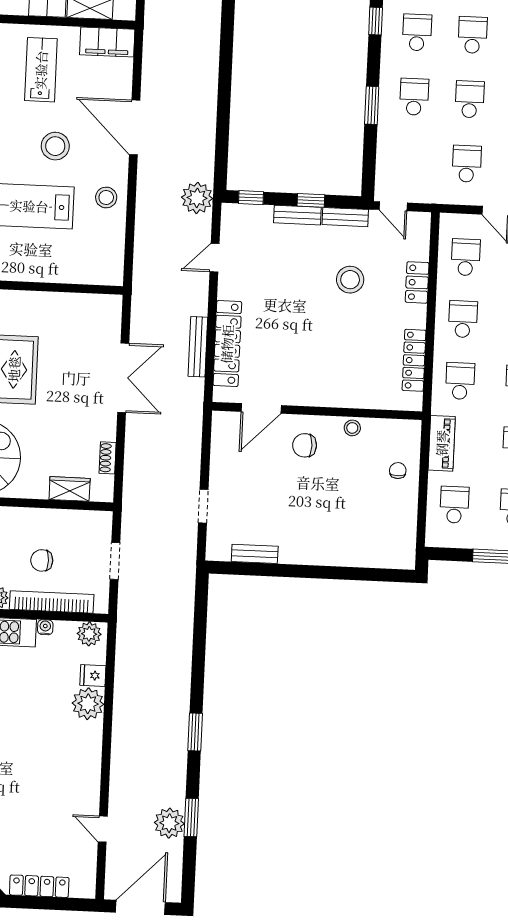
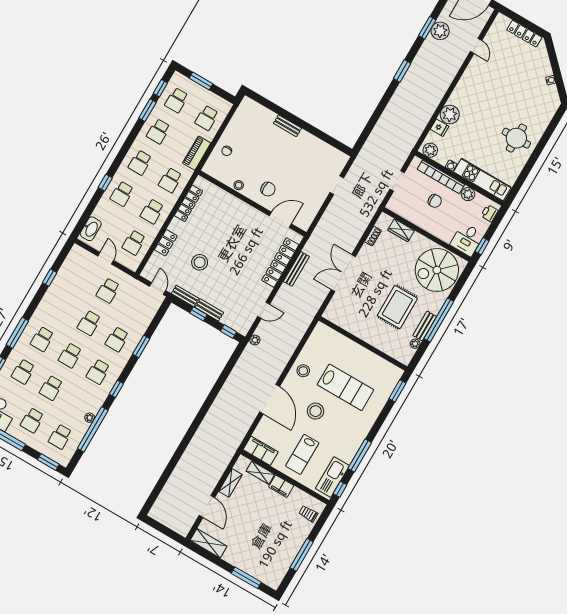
plant: (197, 198) -> (255, 340), width x0.53, depth x0.53
bench: (255, 554) -> (287, 126), moved

